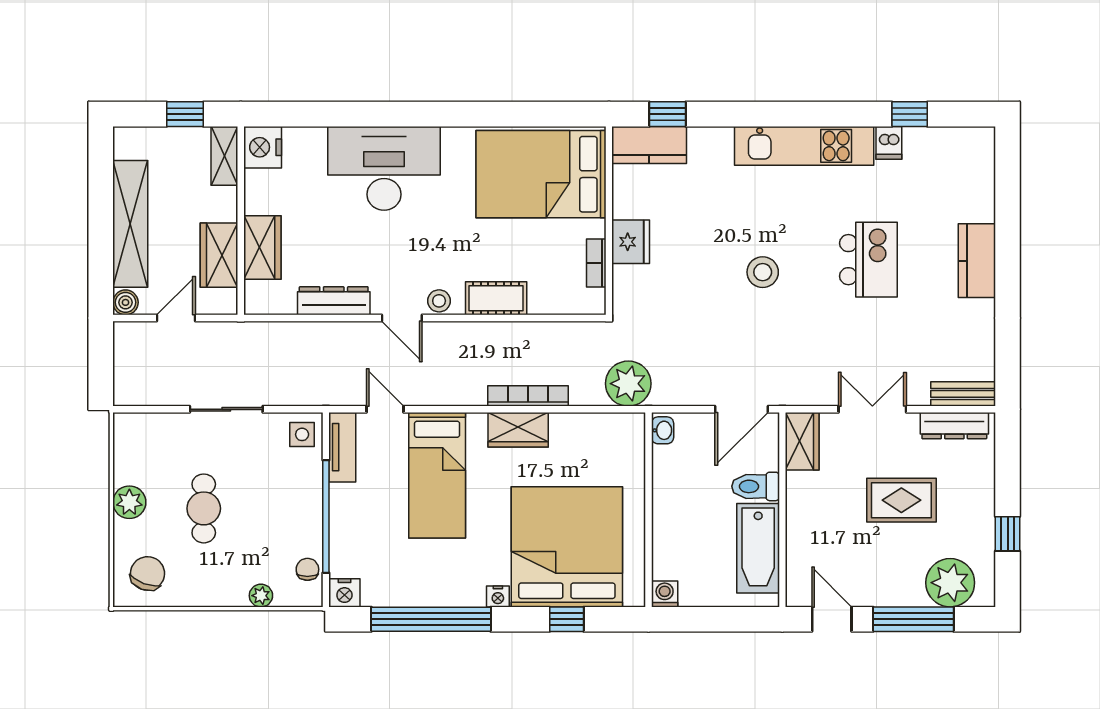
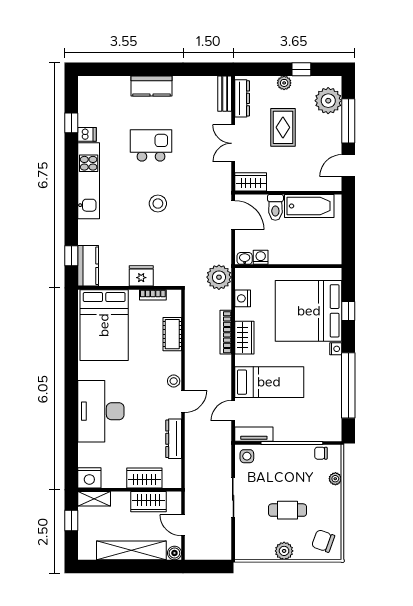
cot: (496, 298) -> (172, 334), moved
plant: (983, 502) -> (284, 83), added
nightstand: (344, 593) -> (243, 298), moved, turned 180
washing machine: (665, 594) -> (261, 257), moved, turned 90

